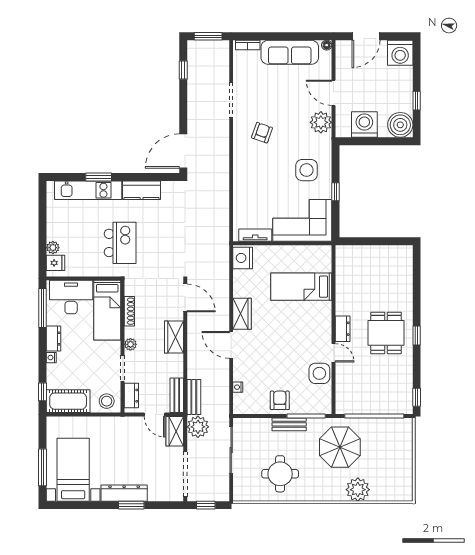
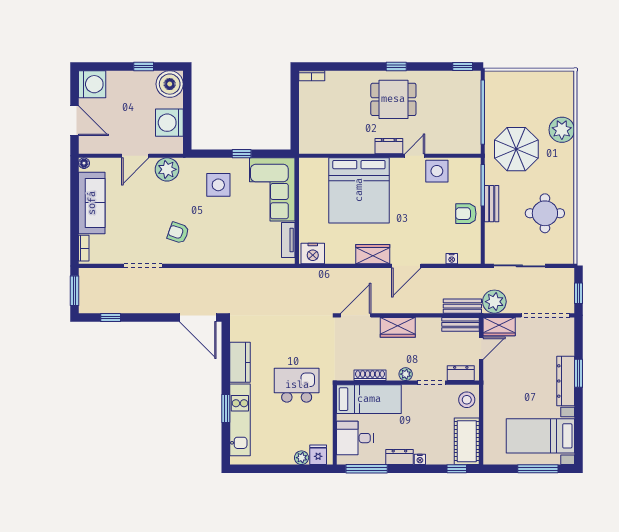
bookcase: (408, 257) -> (312, 76), added
bed: (301, 287) -> (359, 190), width x2.04
desk: (71, 297) -> (355, 438), width x0.73

